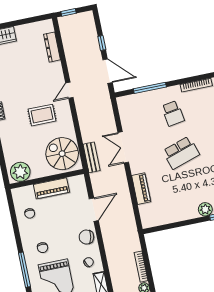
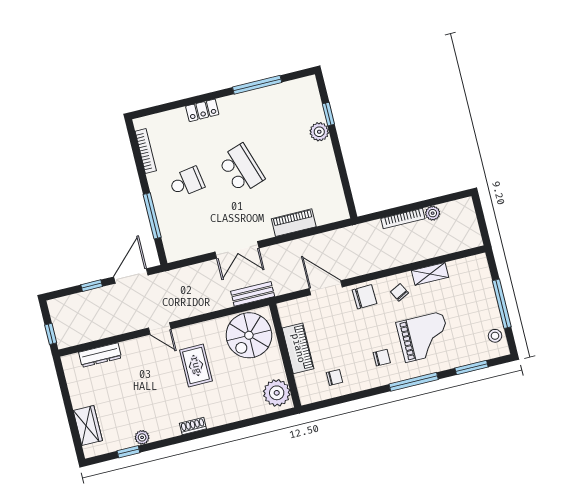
chair: (86, 237) -> (364, 297), turned -105

